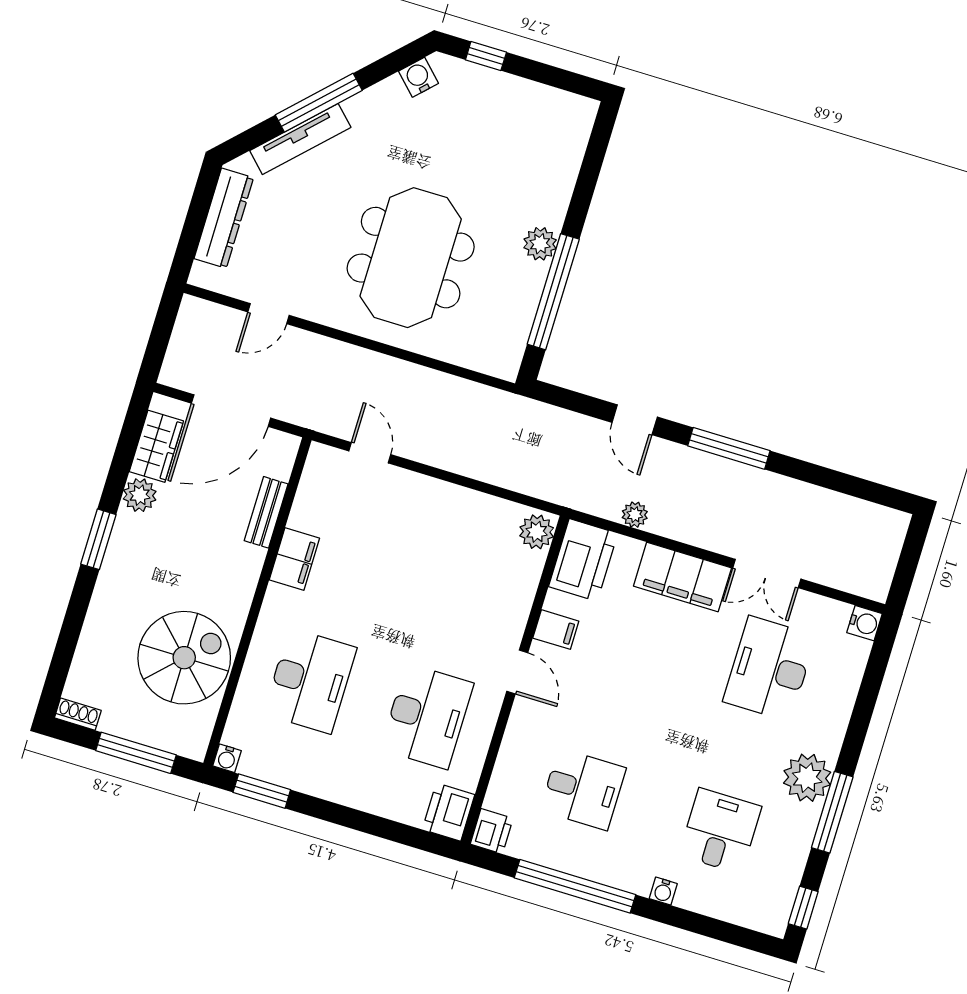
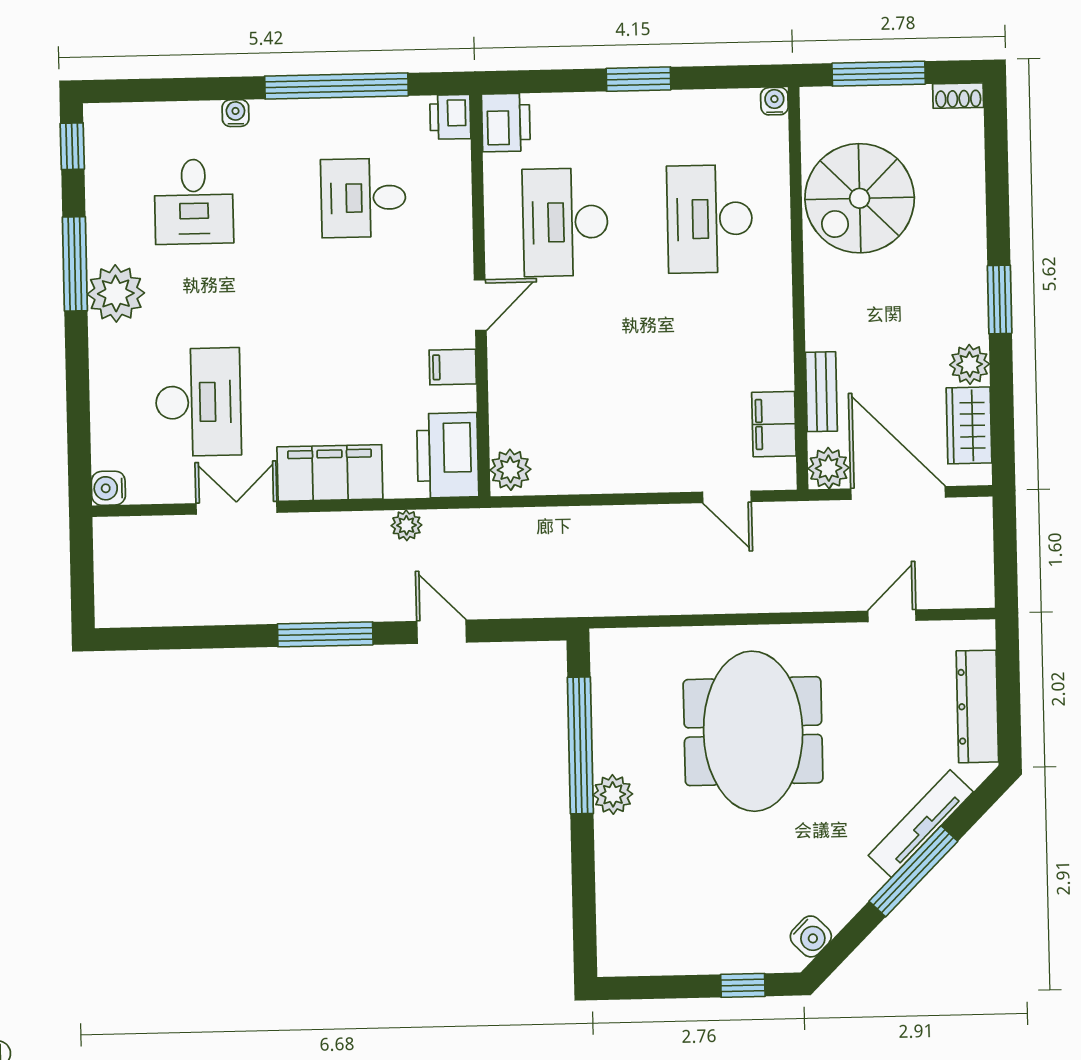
door: (231, 411) -> (898, 493), hinge flipped
plant: (280, 449) -> (829, 468), added
filing cabinet: (294, 559) -> (774, 424), moved
door: (517, 672) -> (480, 305), swing flipped
window: (262, 791) -> (639, 79), moved

